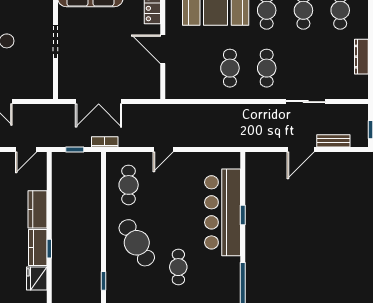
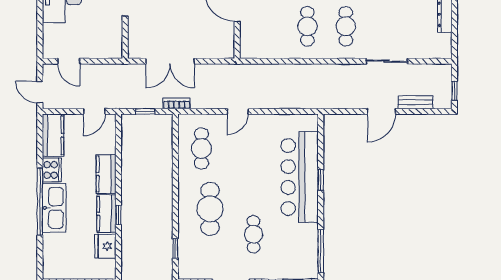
cafe table: (137, 243) -> (210, 209), turned 31

